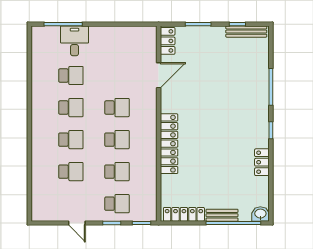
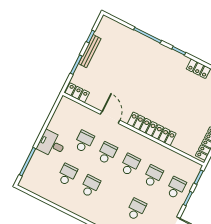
bench: (246, 32) -> (90, 51), moved
desk: (75, 41) -> (51, 144), moved
door: (159, 75) -> (110, 117), moved
school desk: (71, 140) -> (84, 141), moved

